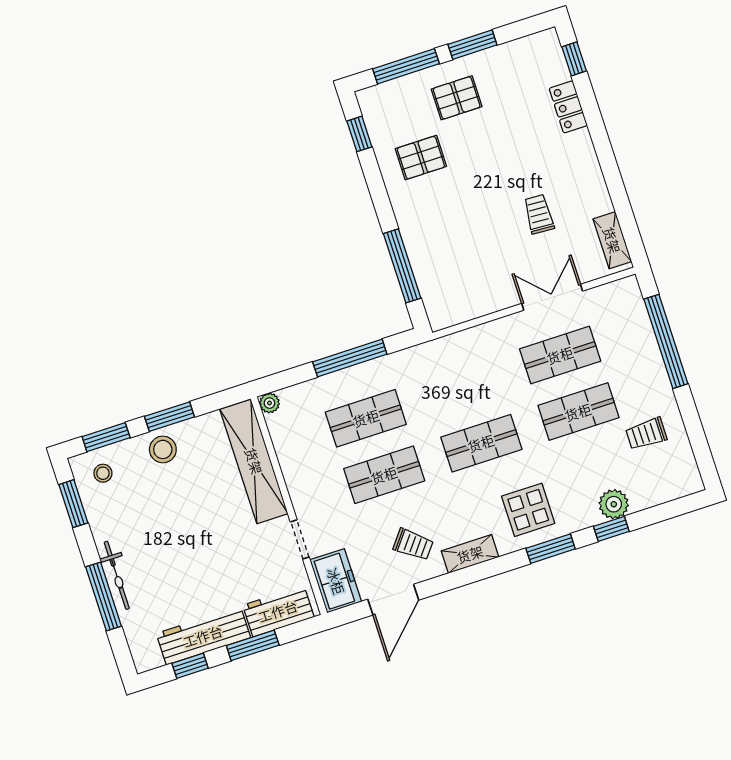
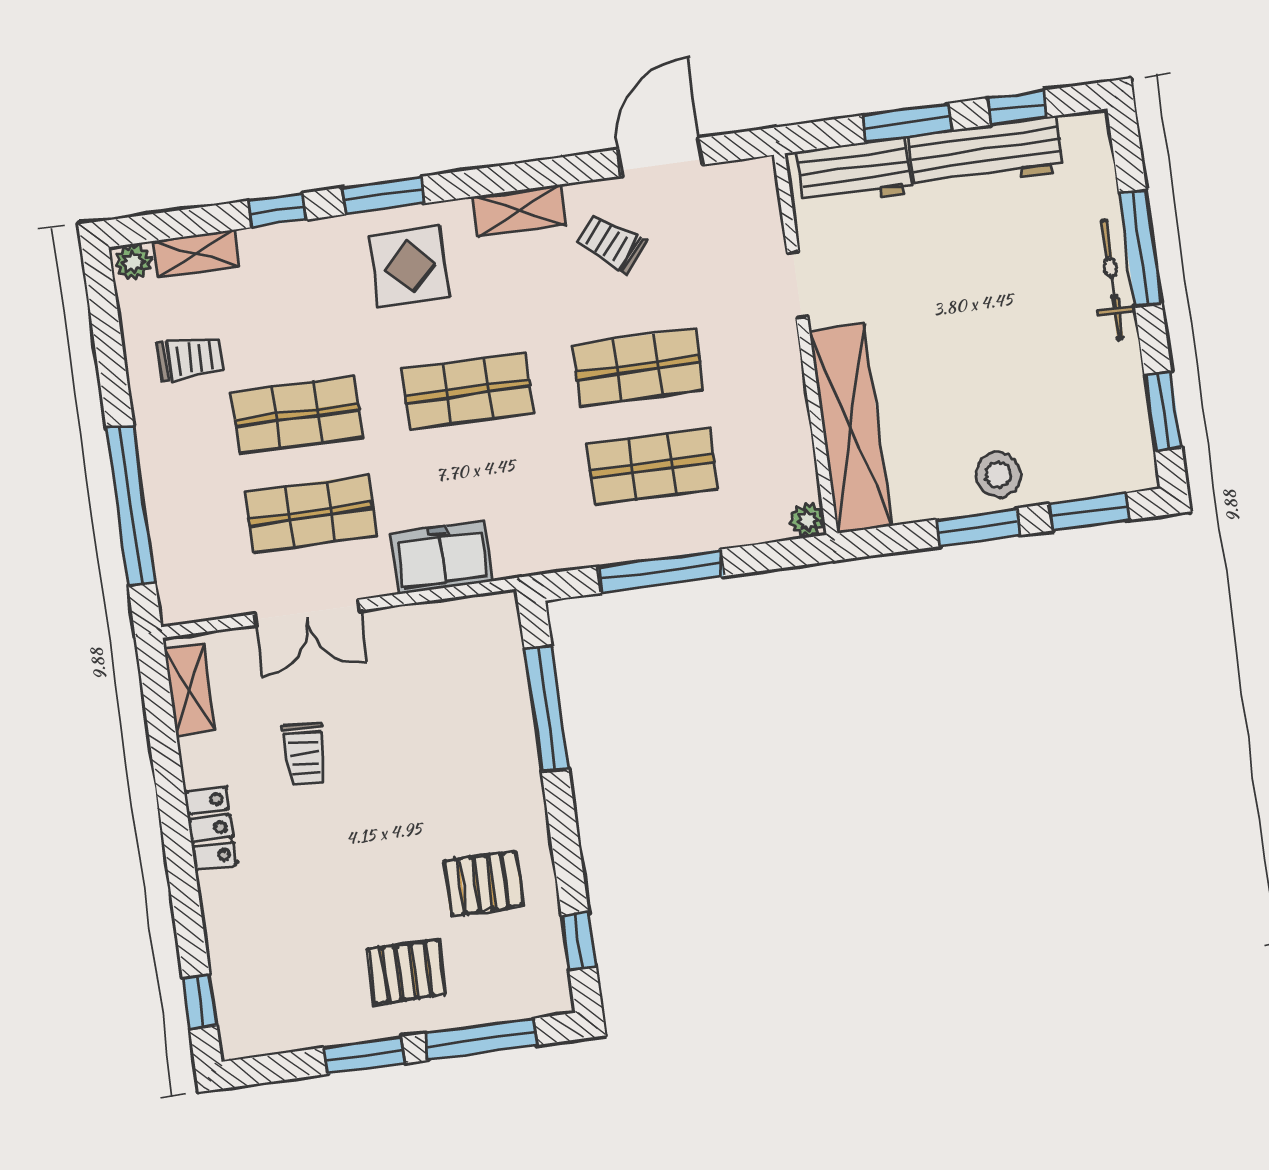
locker: (568, 107) -> (211, 828), moved
stool: (103, 473) -> (1105, 453), removed
shelving: (654, 495) -> (196, 254), added
plant: (614, 504) -> (133, 262), moved, width x0.73, depth x0.73
freezer: (336, 581) -> (442, 557), moved, turned 90

